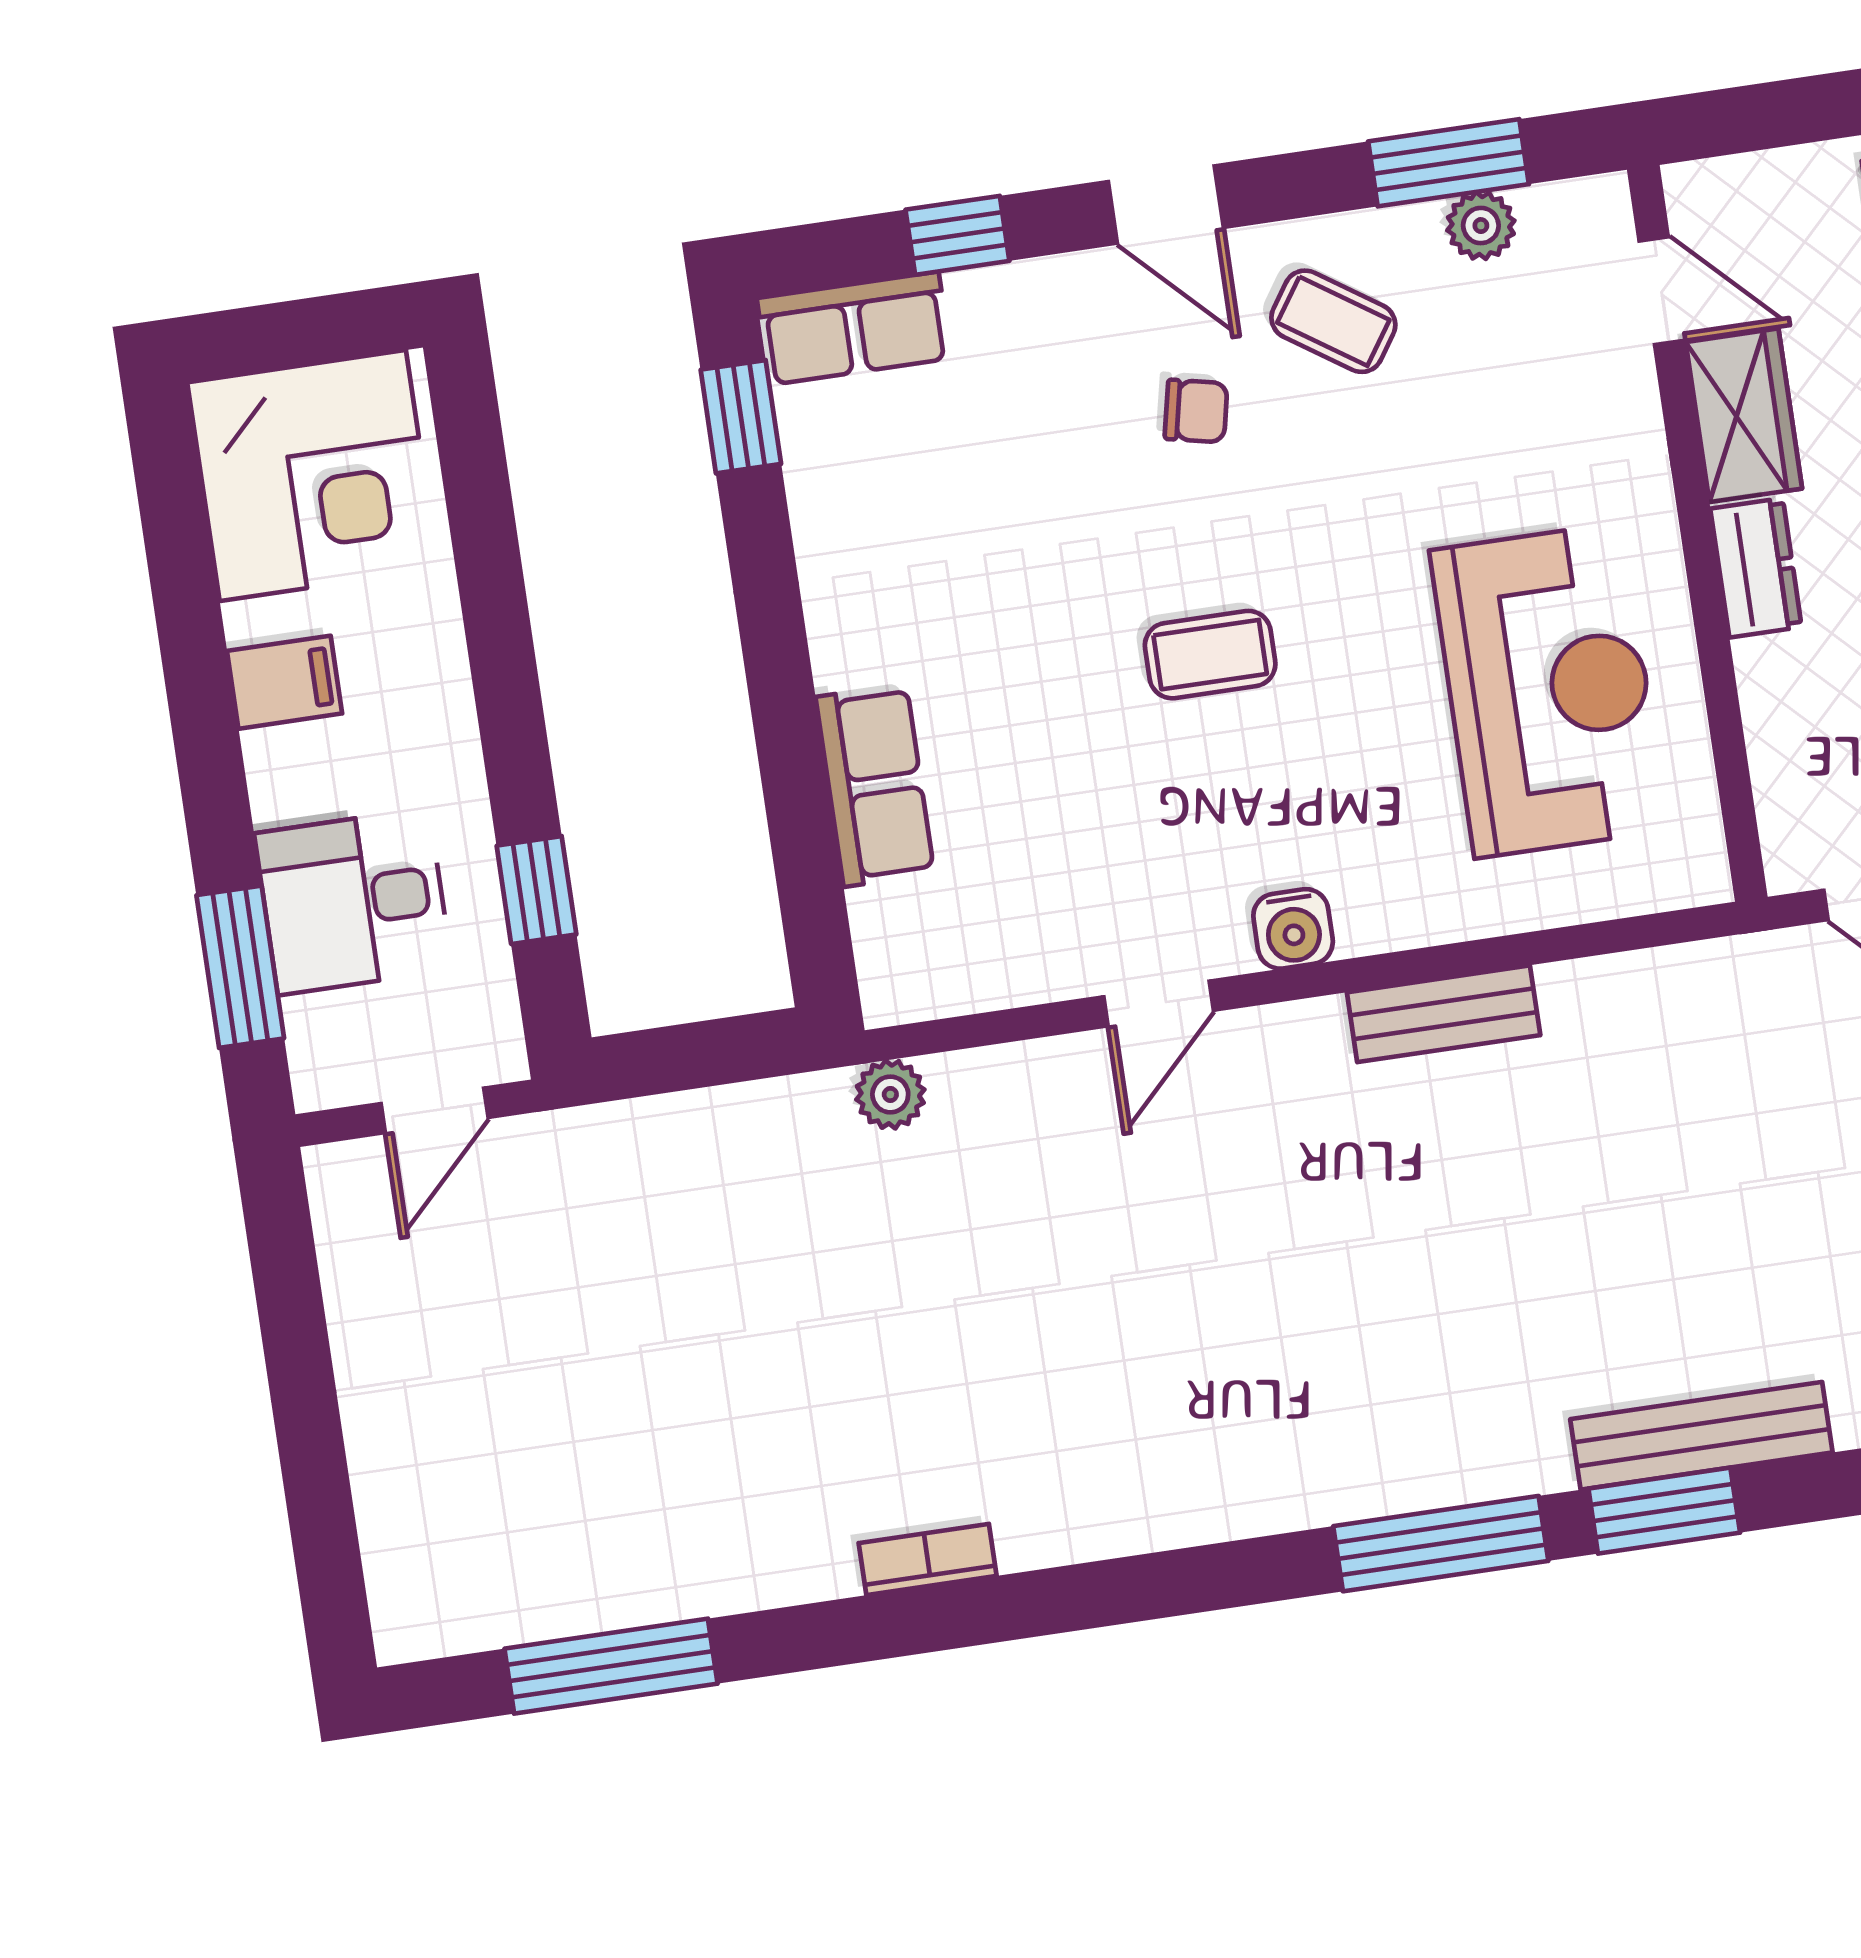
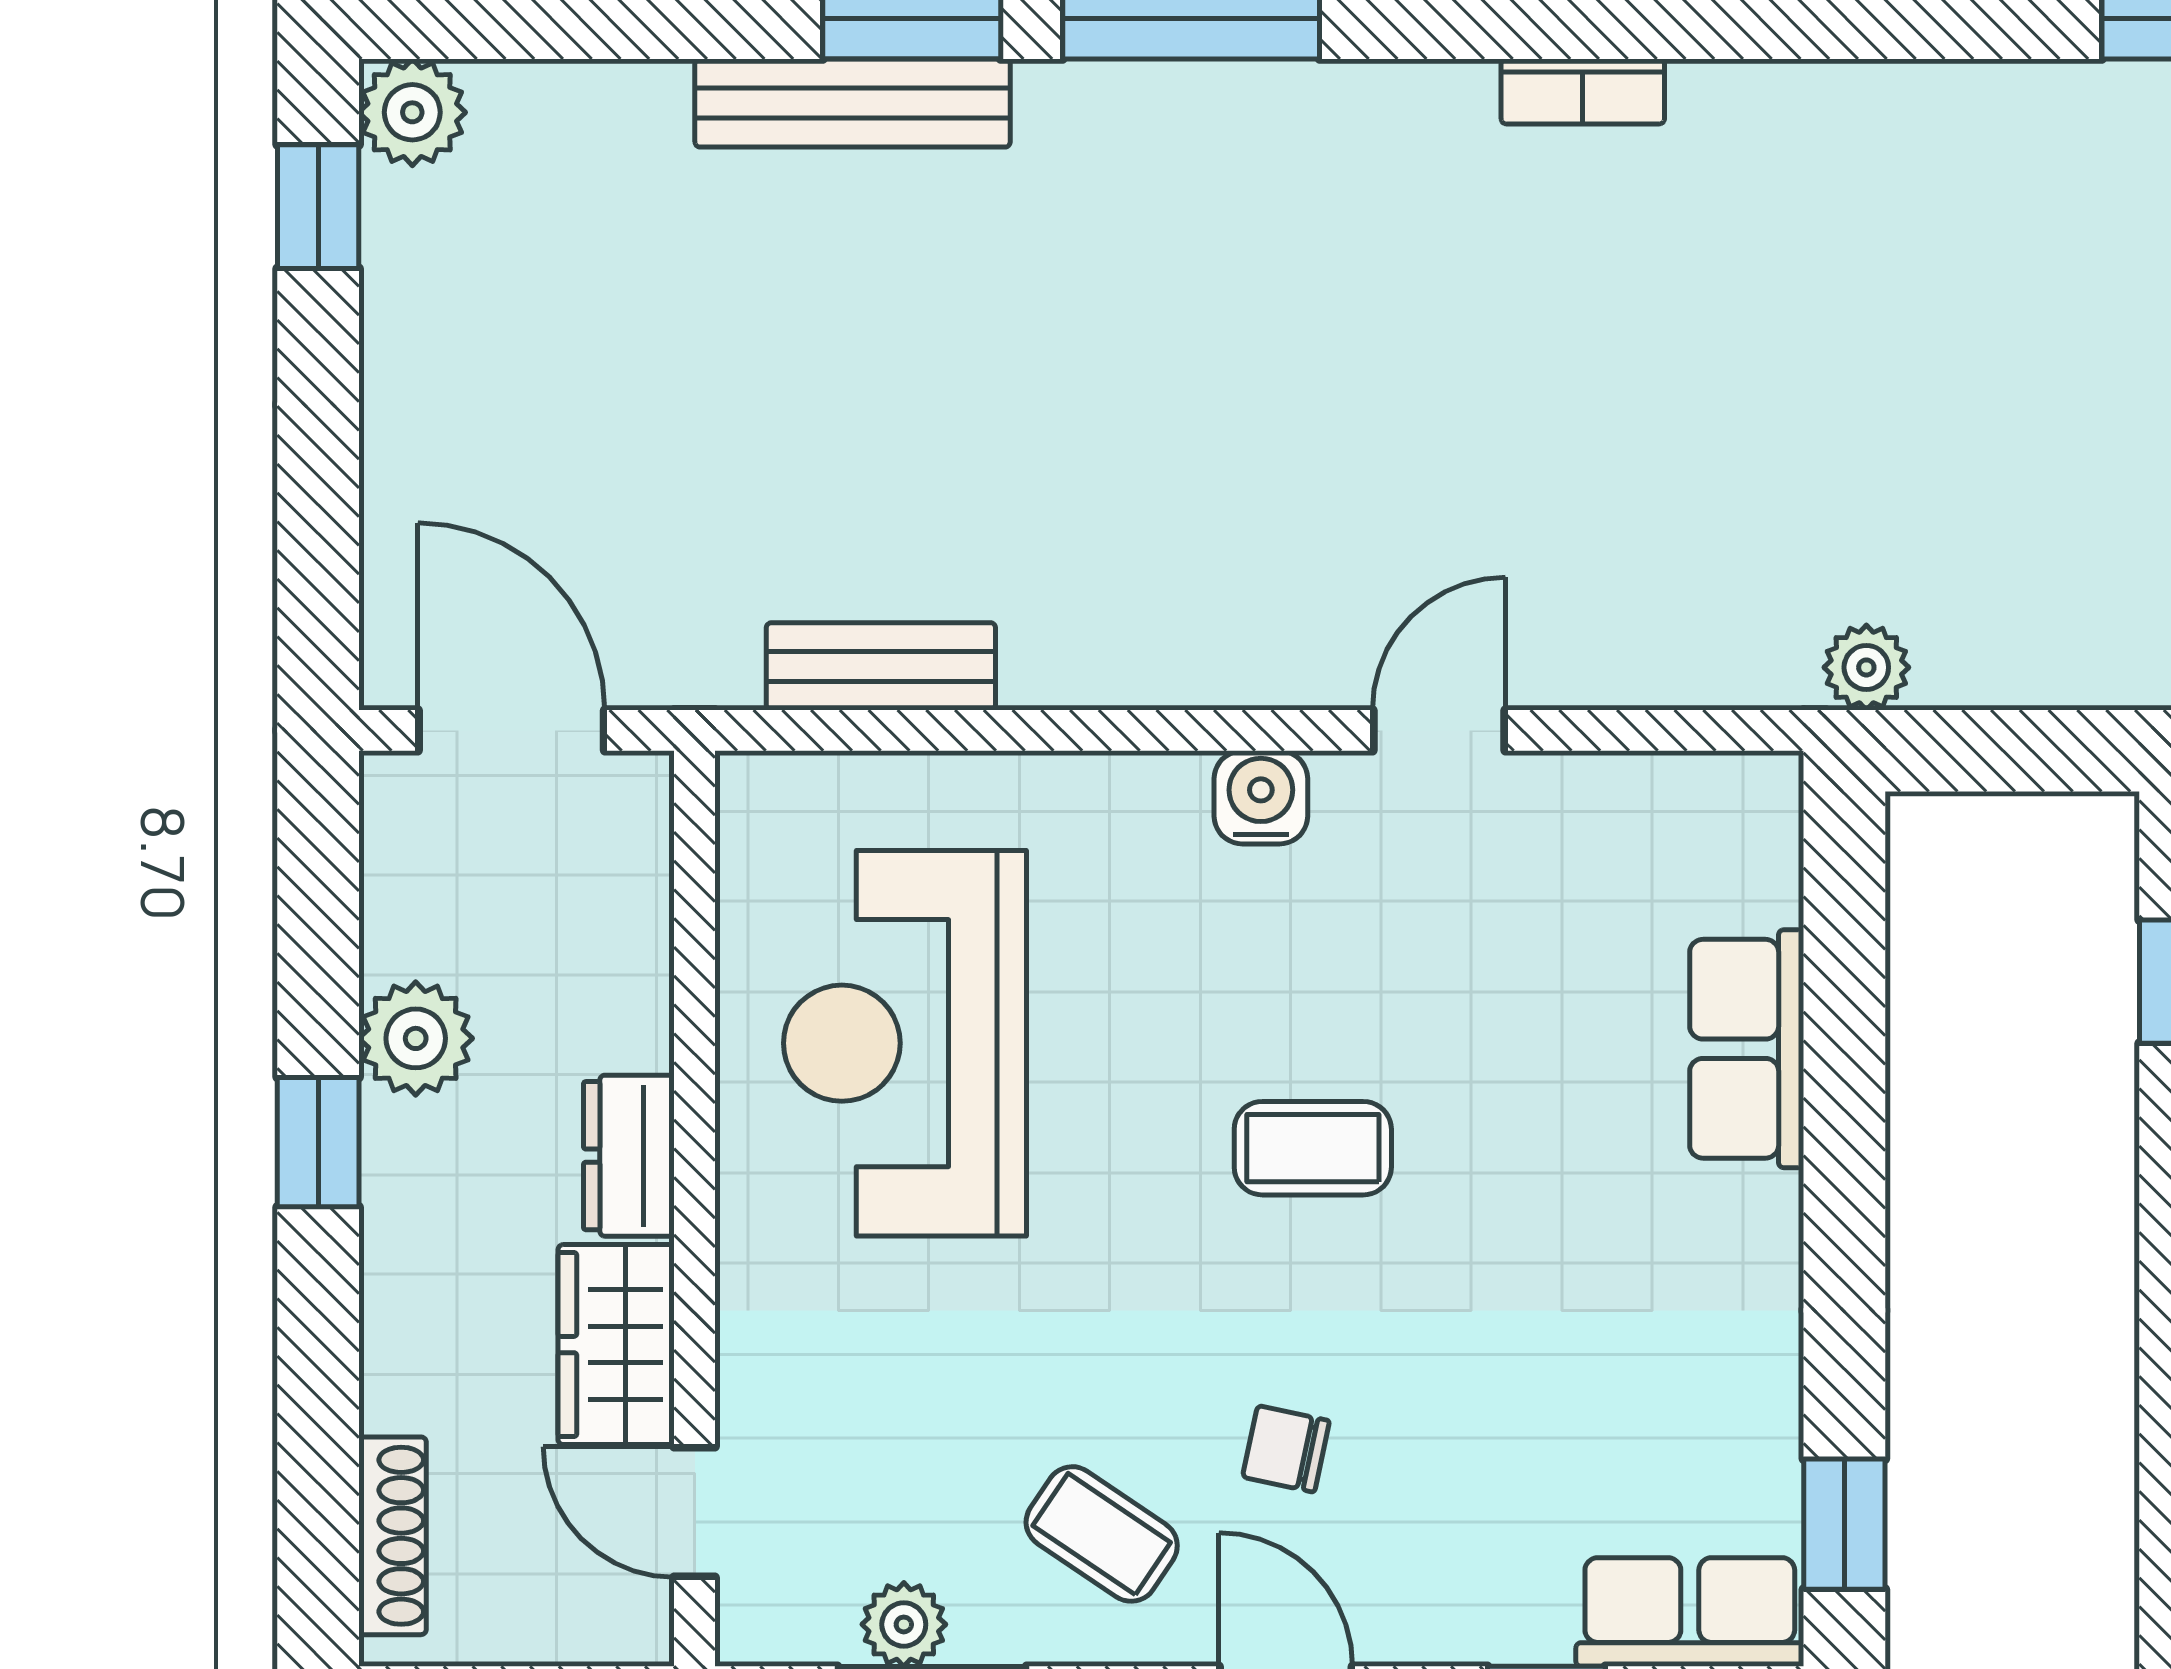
bench: (1444, 1014) -> (881, 666), moved
plant: (890, 1094) -> (1866, 667), moved
bookcase: (928, 1559) -> (1583, 91), moved

